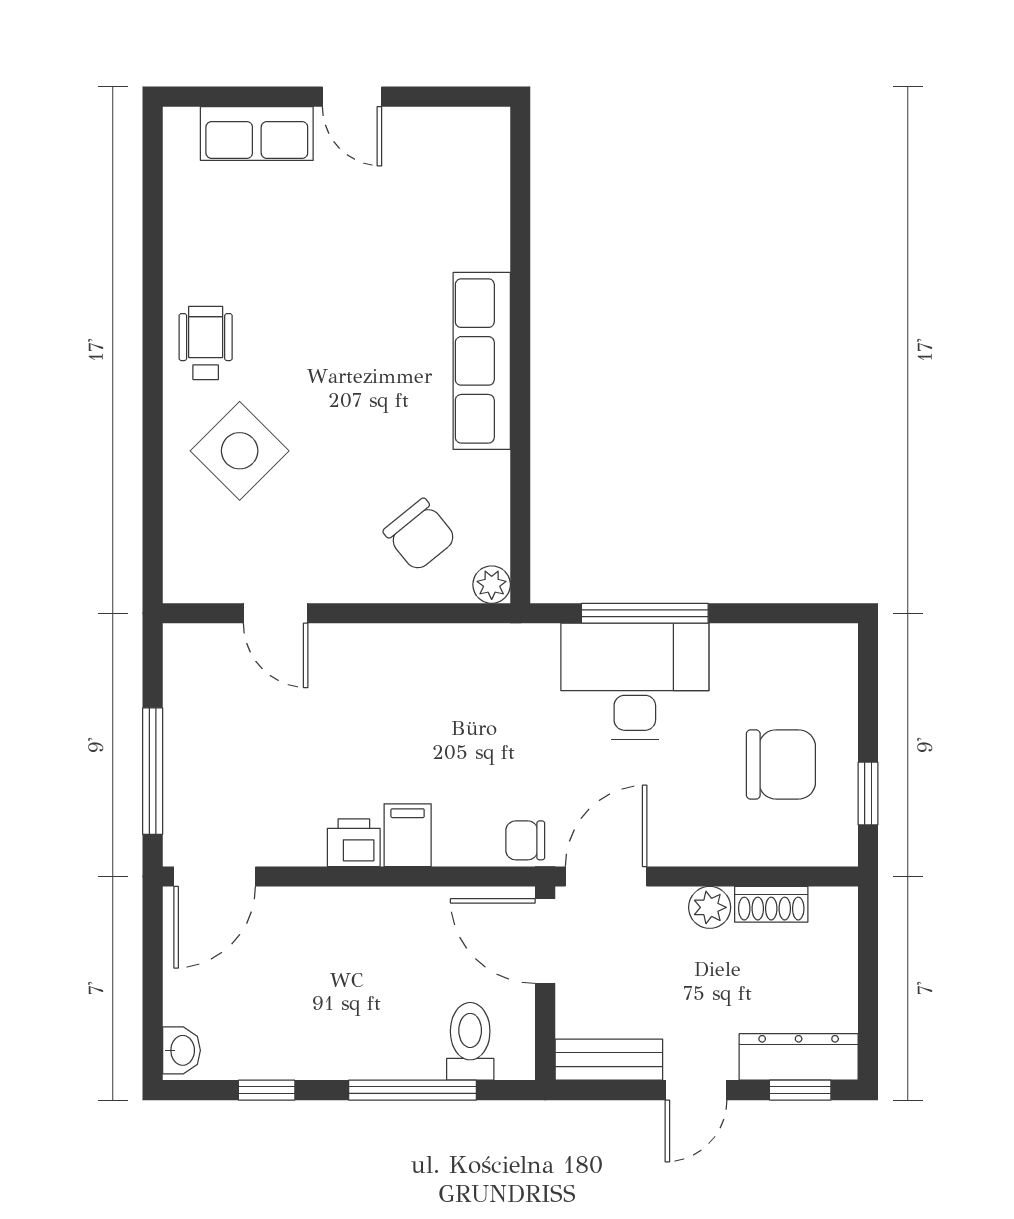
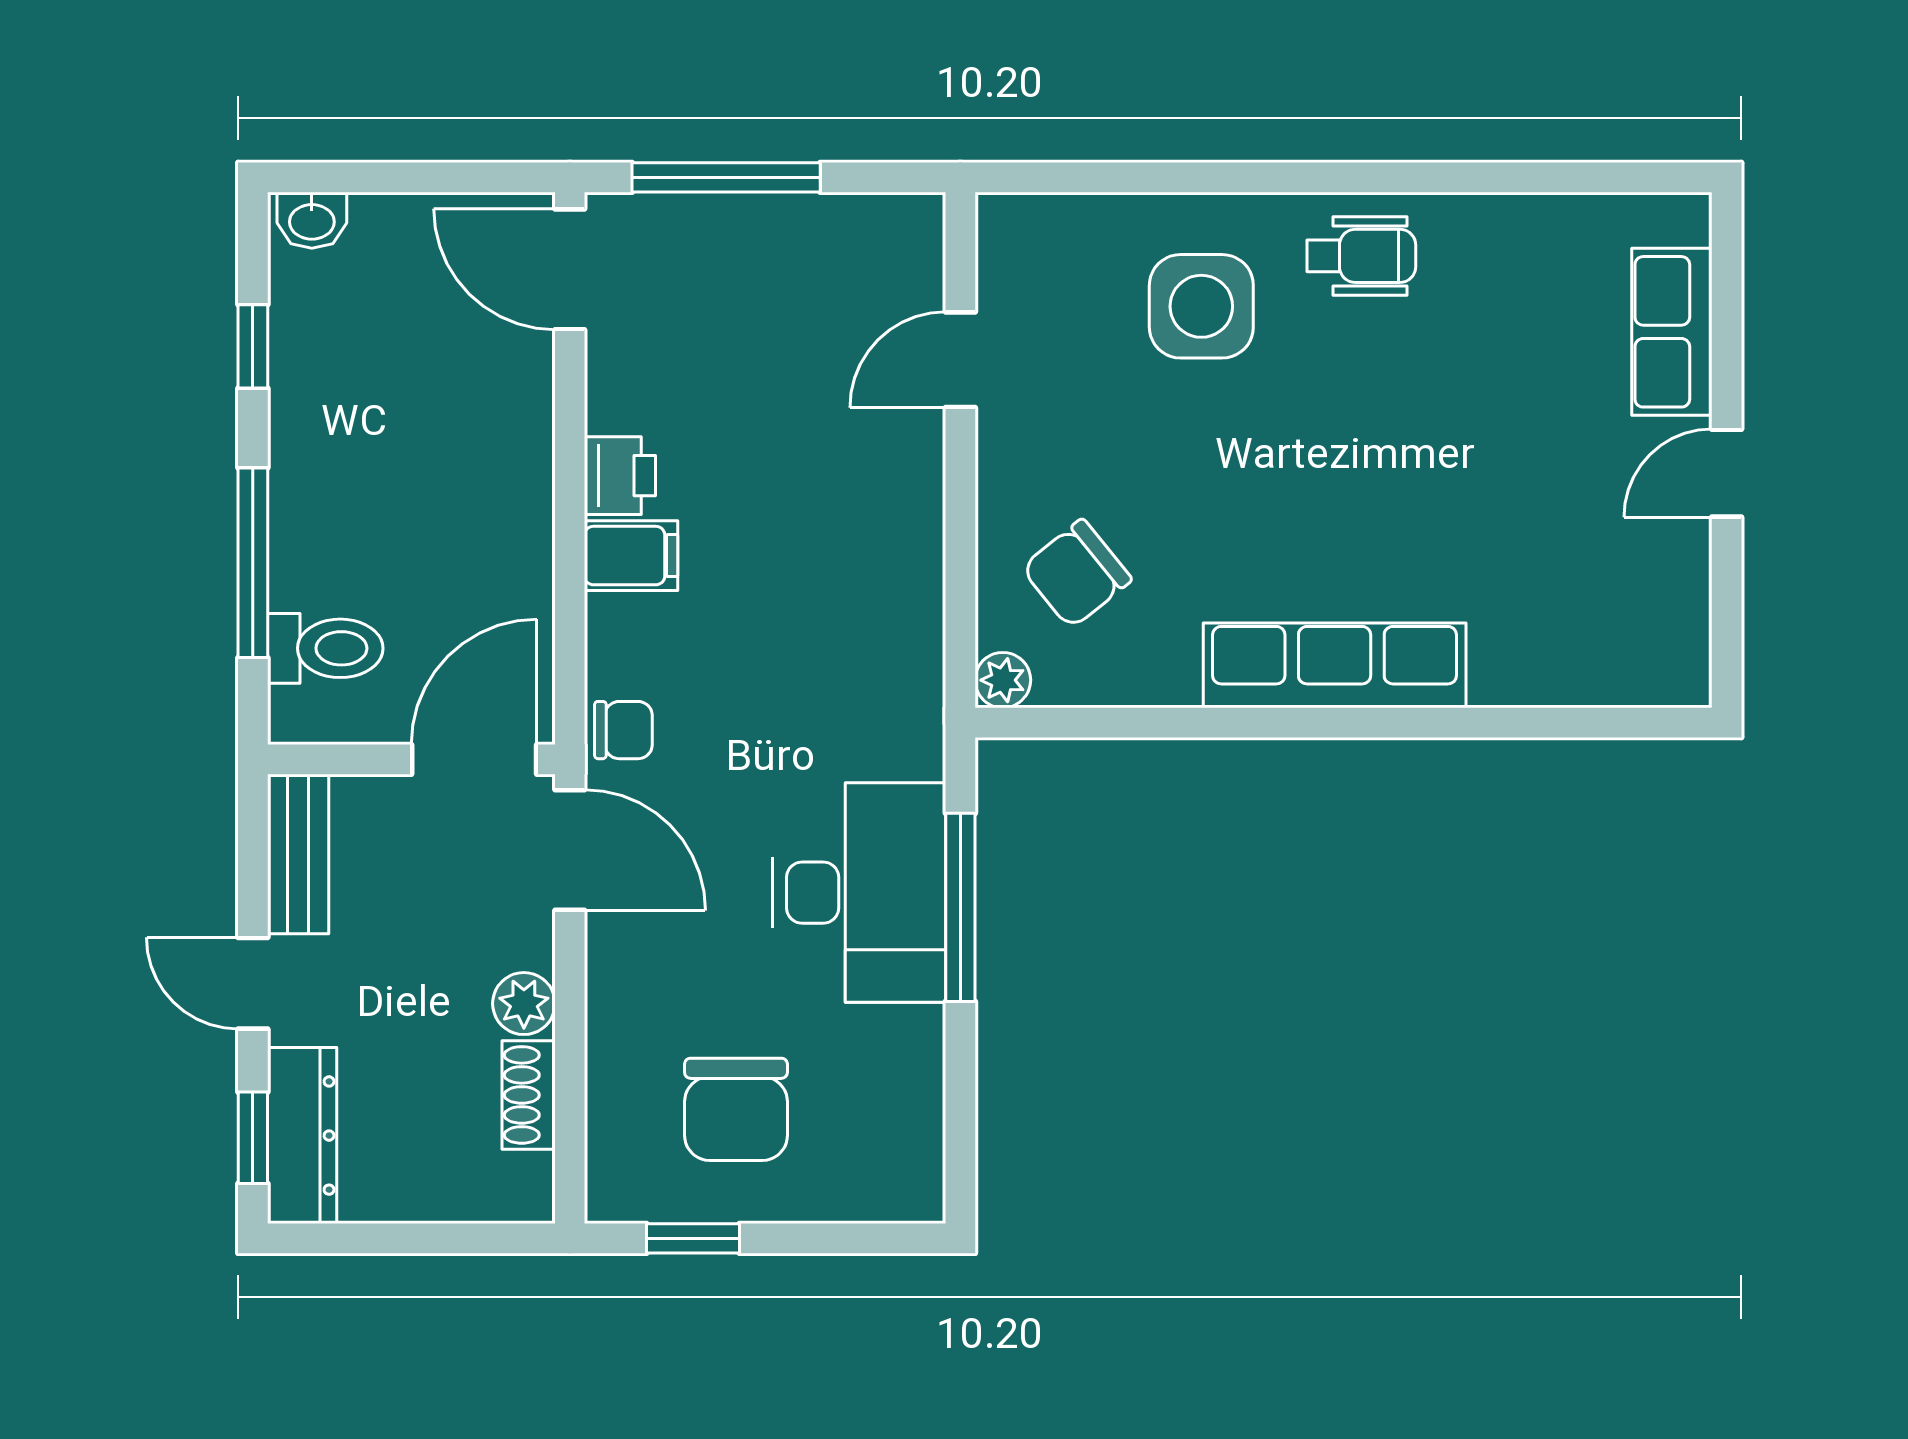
side table: (240, 451) -> (1201, 306), turned 45
chair: (525, 840) -> (623, 730), turned 90

